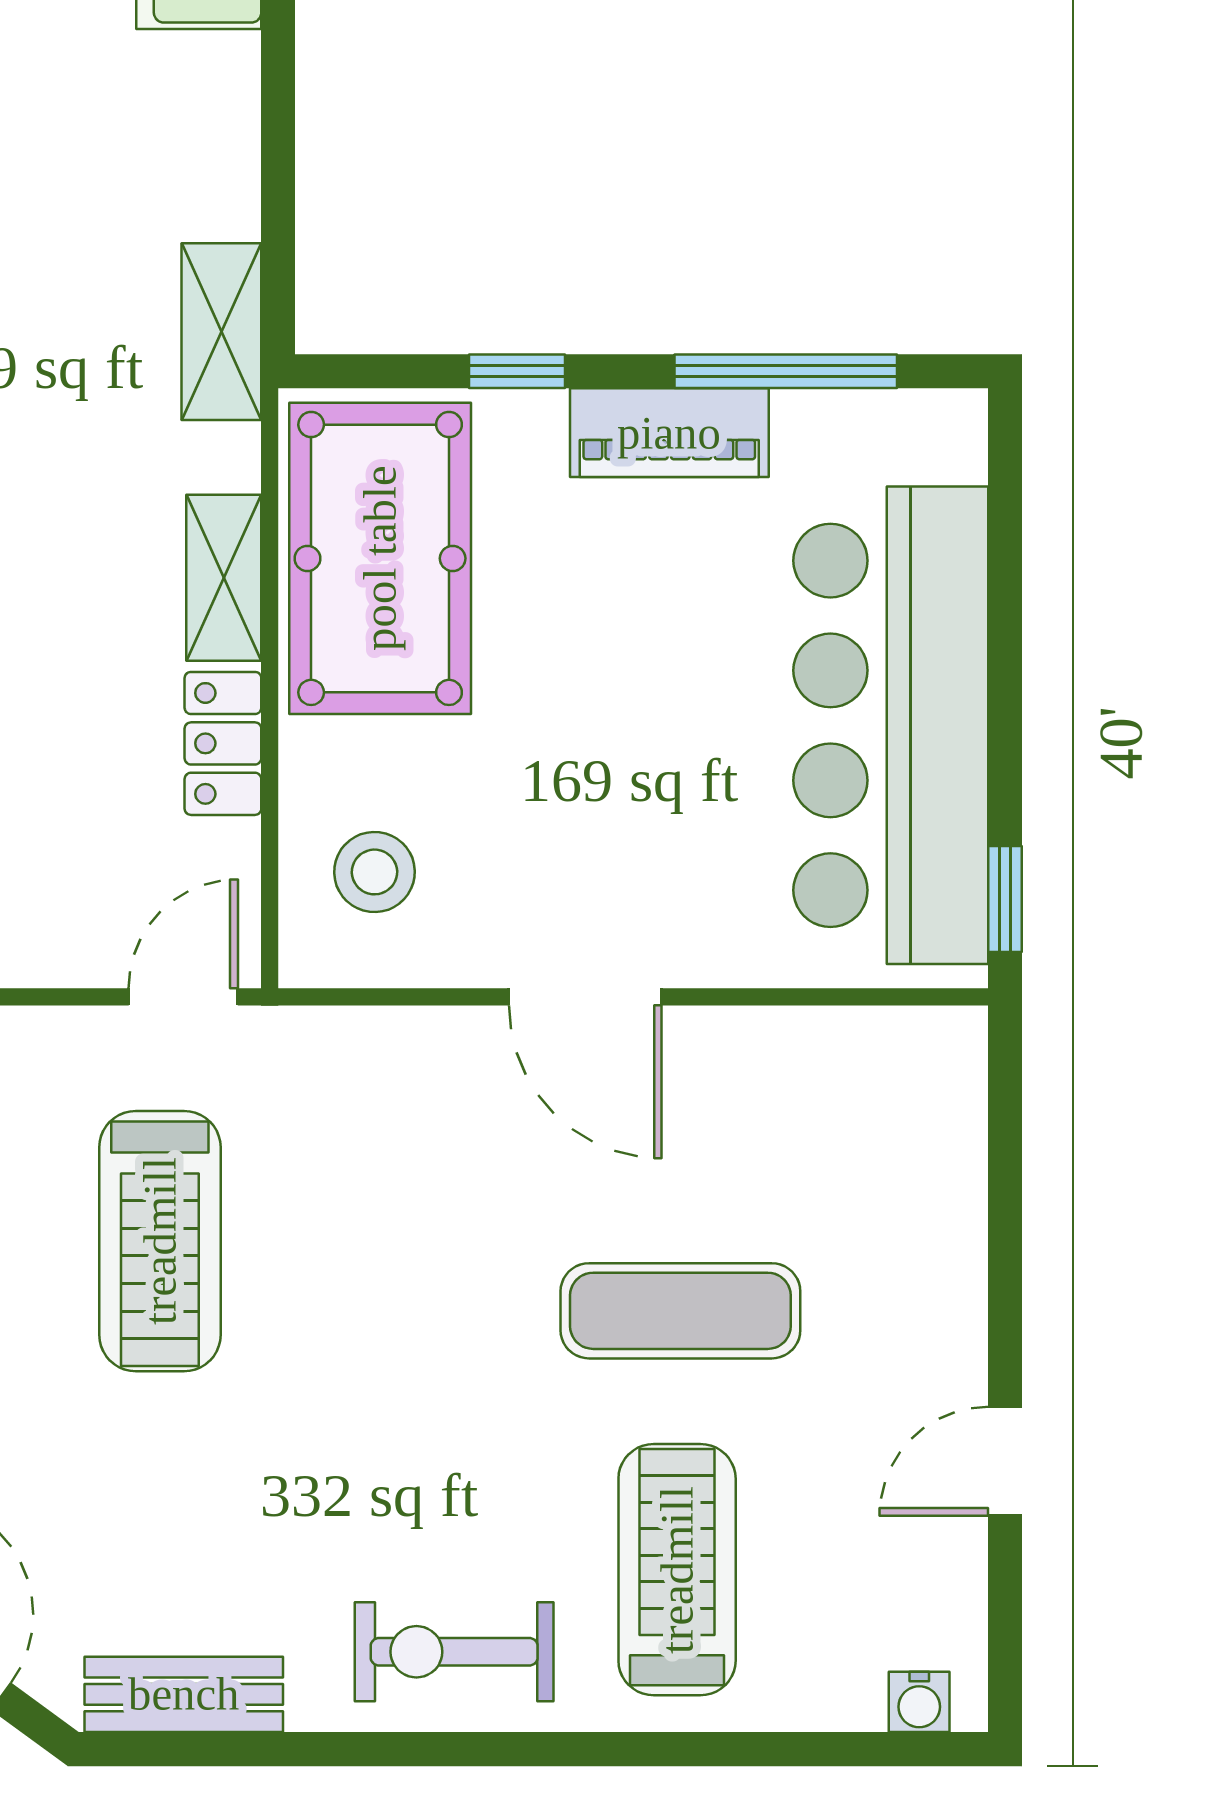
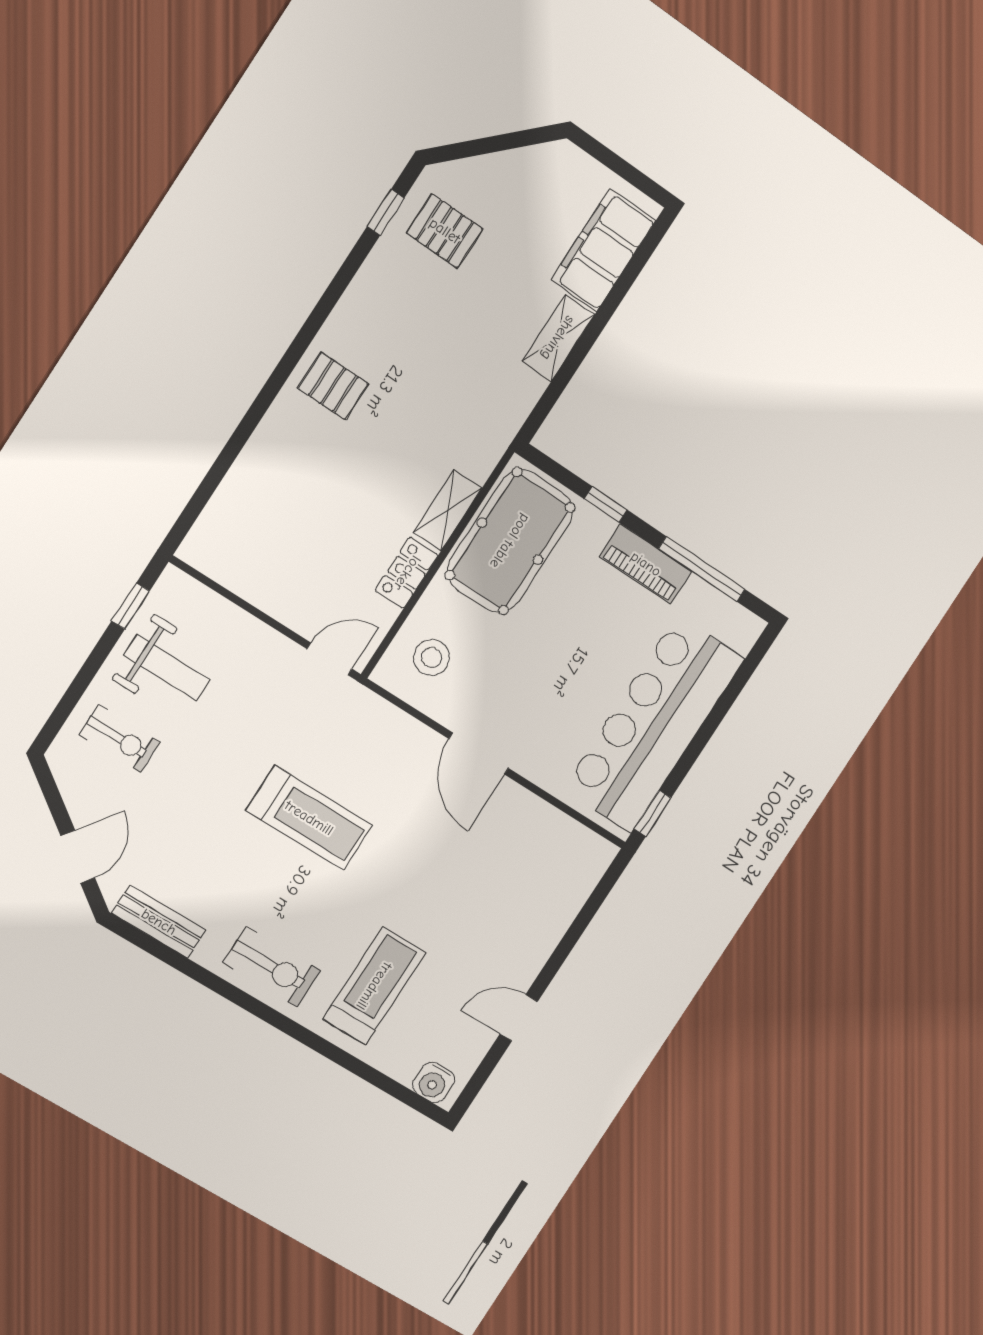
shelving: (221, 332) -> (558, 338), moved
treadmill: (160, 1241) -> (309, 818), moved, turned -90
exercise mat: (680, 1311) -> (438, 891), removed
exercise bike: (454, 1652) -> (272, 967), turned 180
water cooler: (919, 1702) -> (434, 1082), width x1.38, depth x1.38

